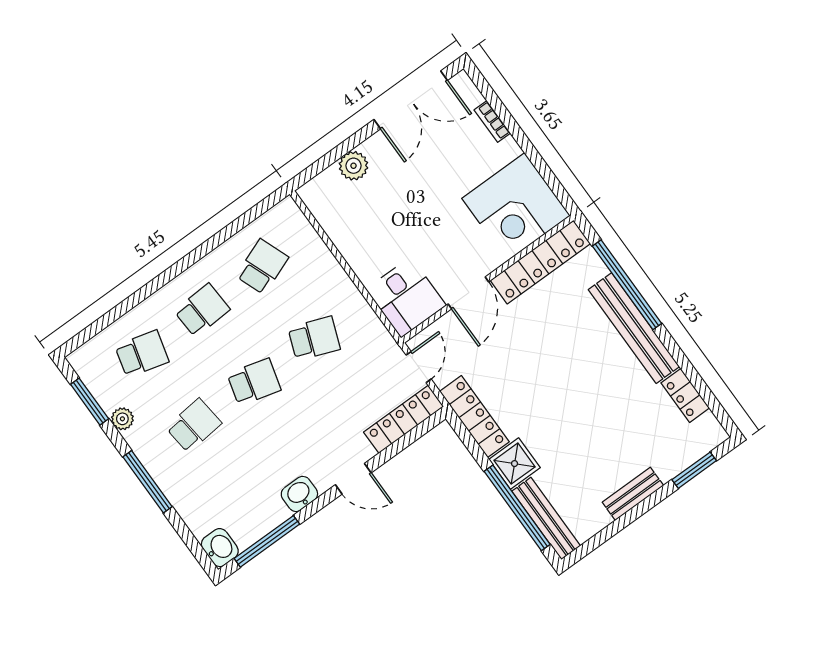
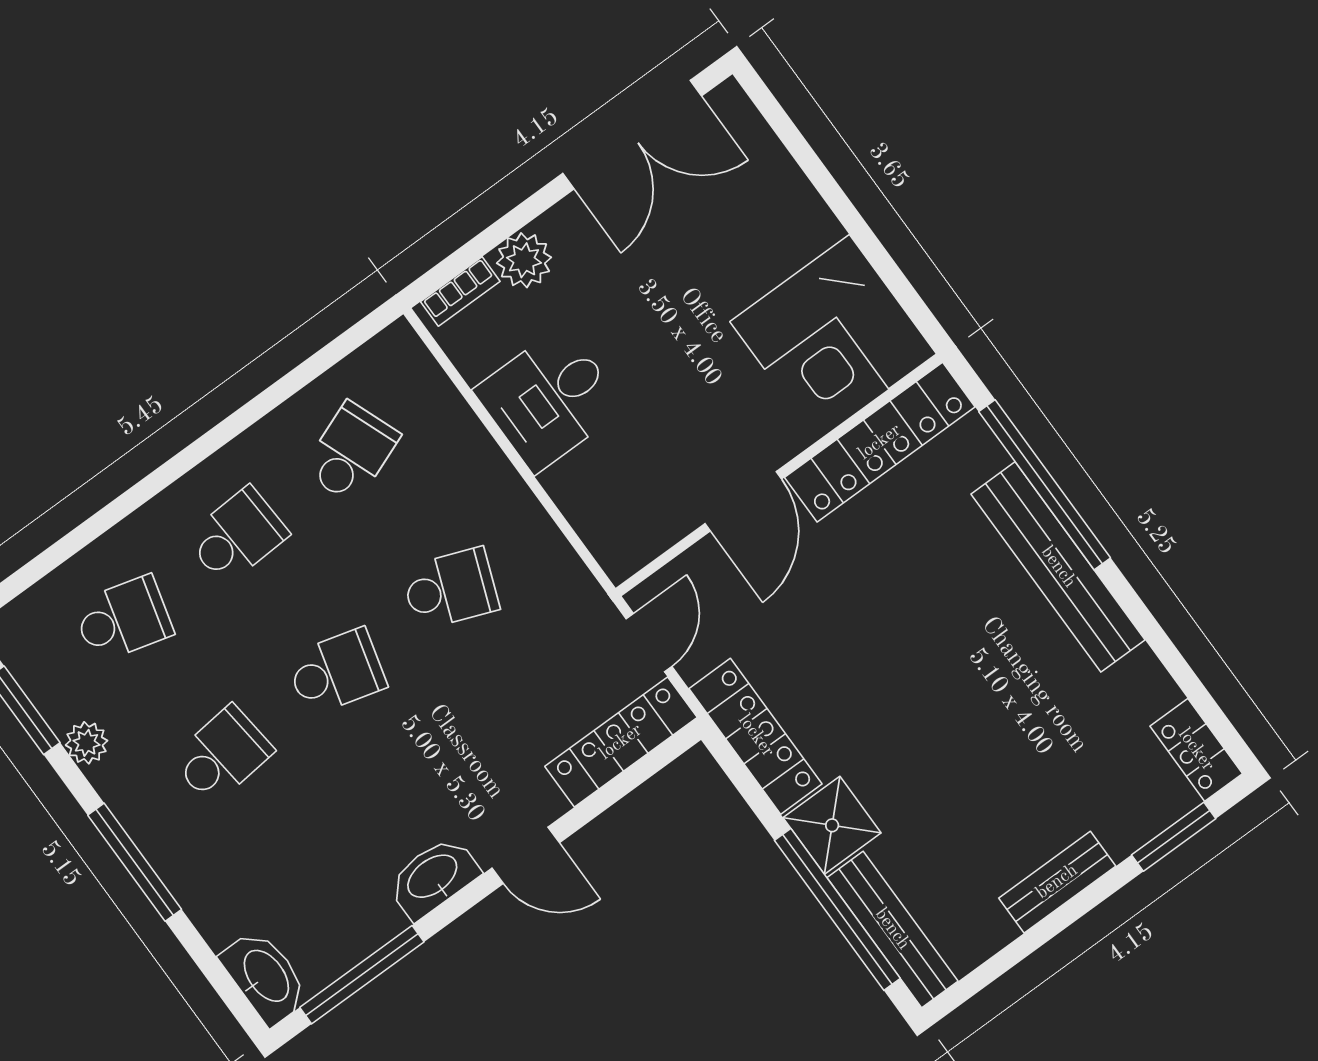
bookcase: (492, 122) -> (460, 291), moved, turned -90
desk: (406, 297) -> (549, 399), moved, turned 90
locker: (685, 395) -> (1196, 750), moved
washbasin: (299, 494) -> (433, 877), width x1.38
washbasin: (220, 548) -> (265, 977), width x1.38

